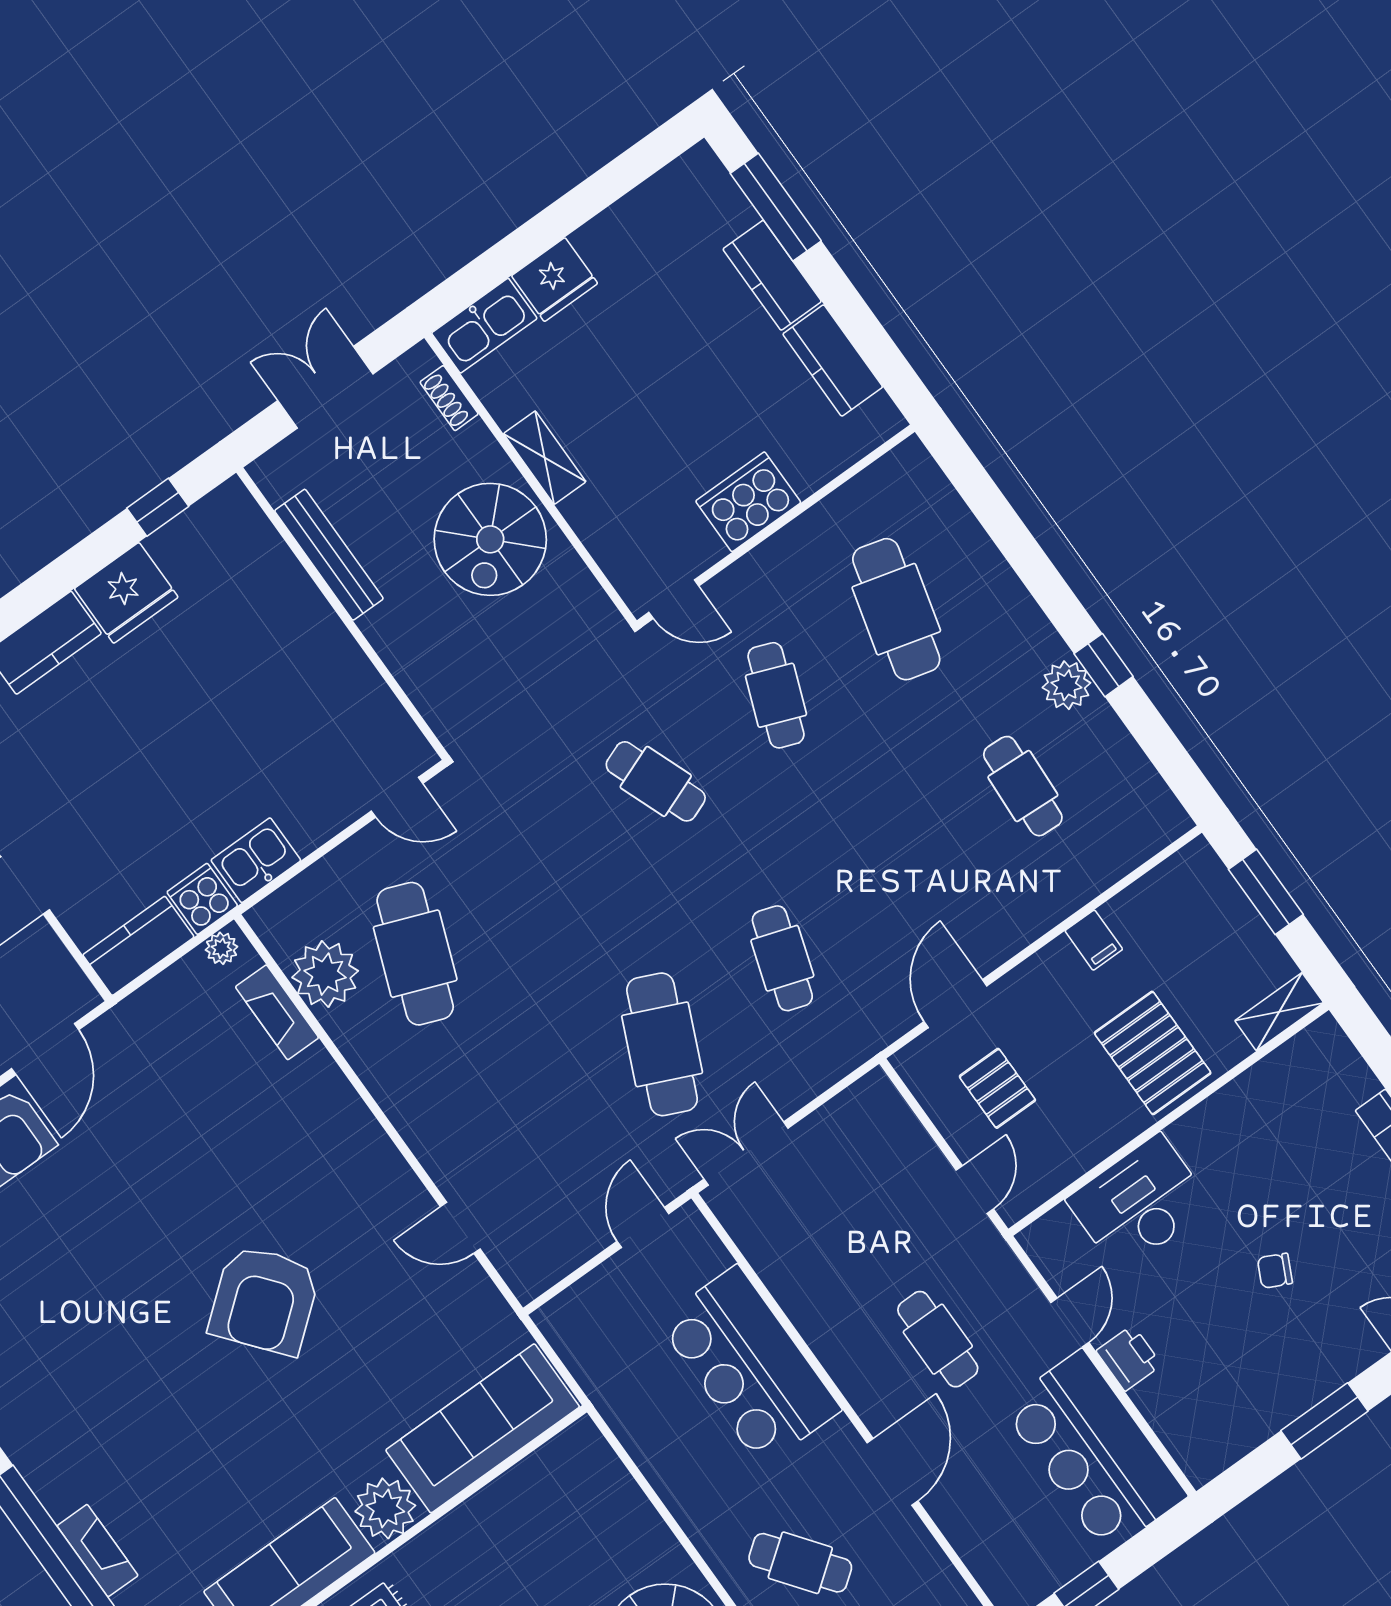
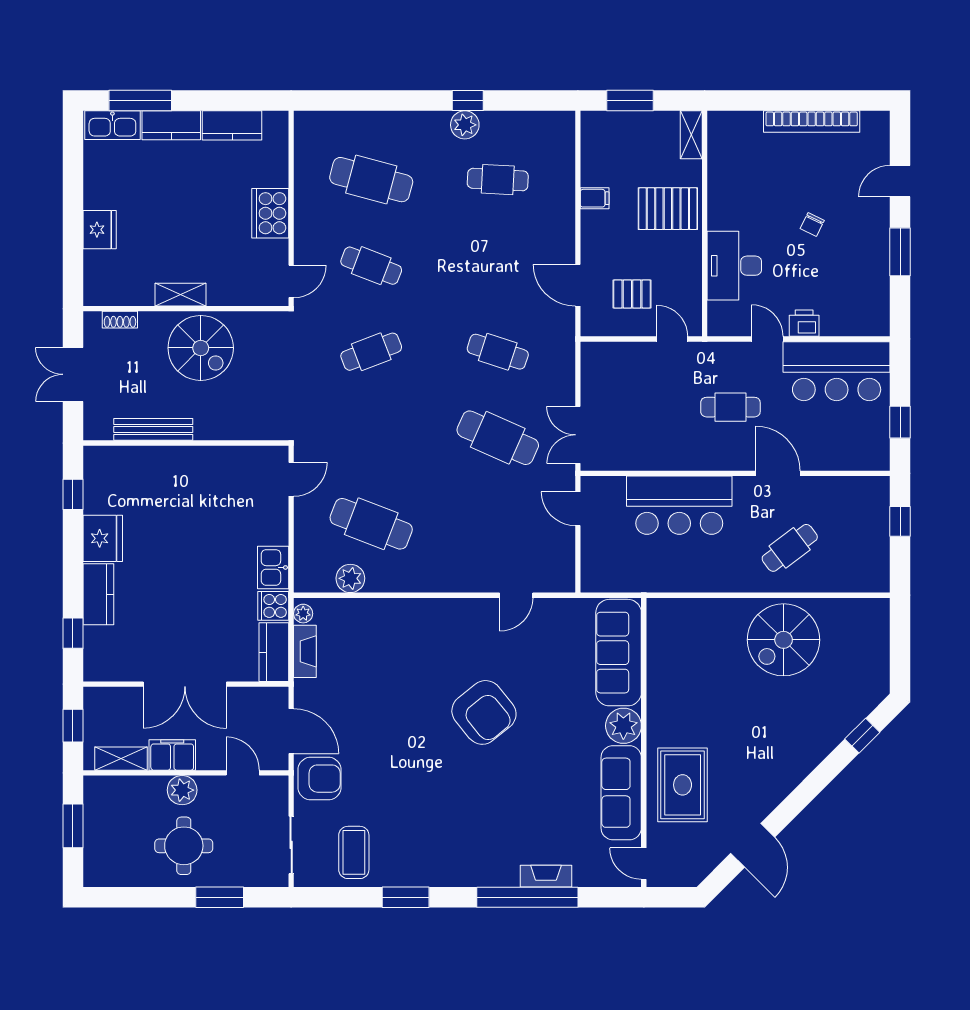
kitchen sink: (484, 326) -> (112, 125), moved, turned 90
plant: (325, 974) -> (350, 578), width x0.73, depth x0.73
fireplace: (277, 1012) -> (305, 651), moved, turned -90

